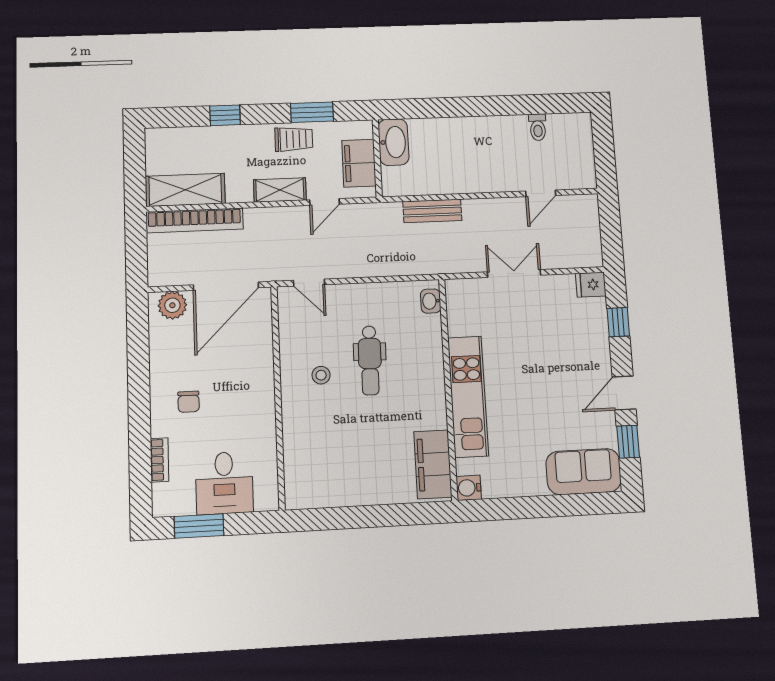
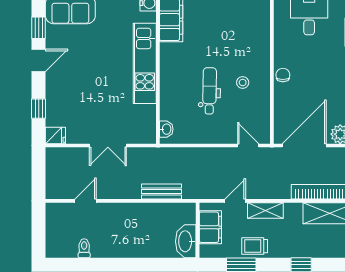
chair: (189, 402) -> (283, 75), moved

